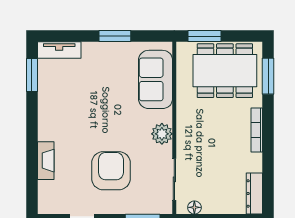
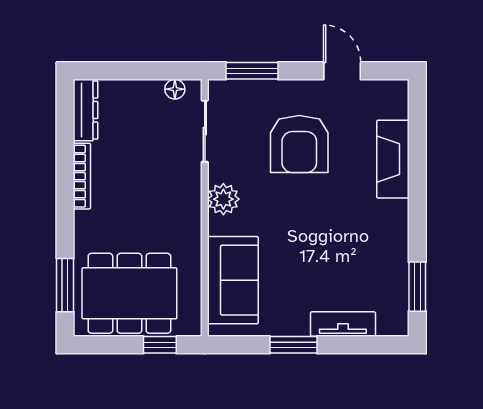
window: (204, 36) -> (160, 345), width x0.67
tv unit: (59, 50) -> (343, 324), moved
bookcase: (257, 130) -> (82, 176), moved
fireplace: (46, 161) -> (393, 159), width x1.37, depth x1.32

